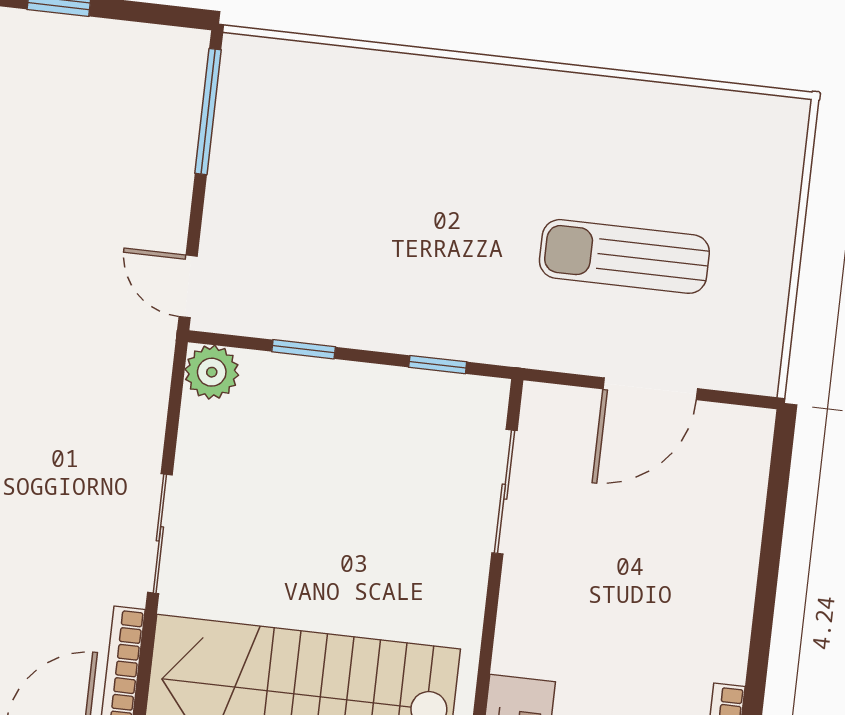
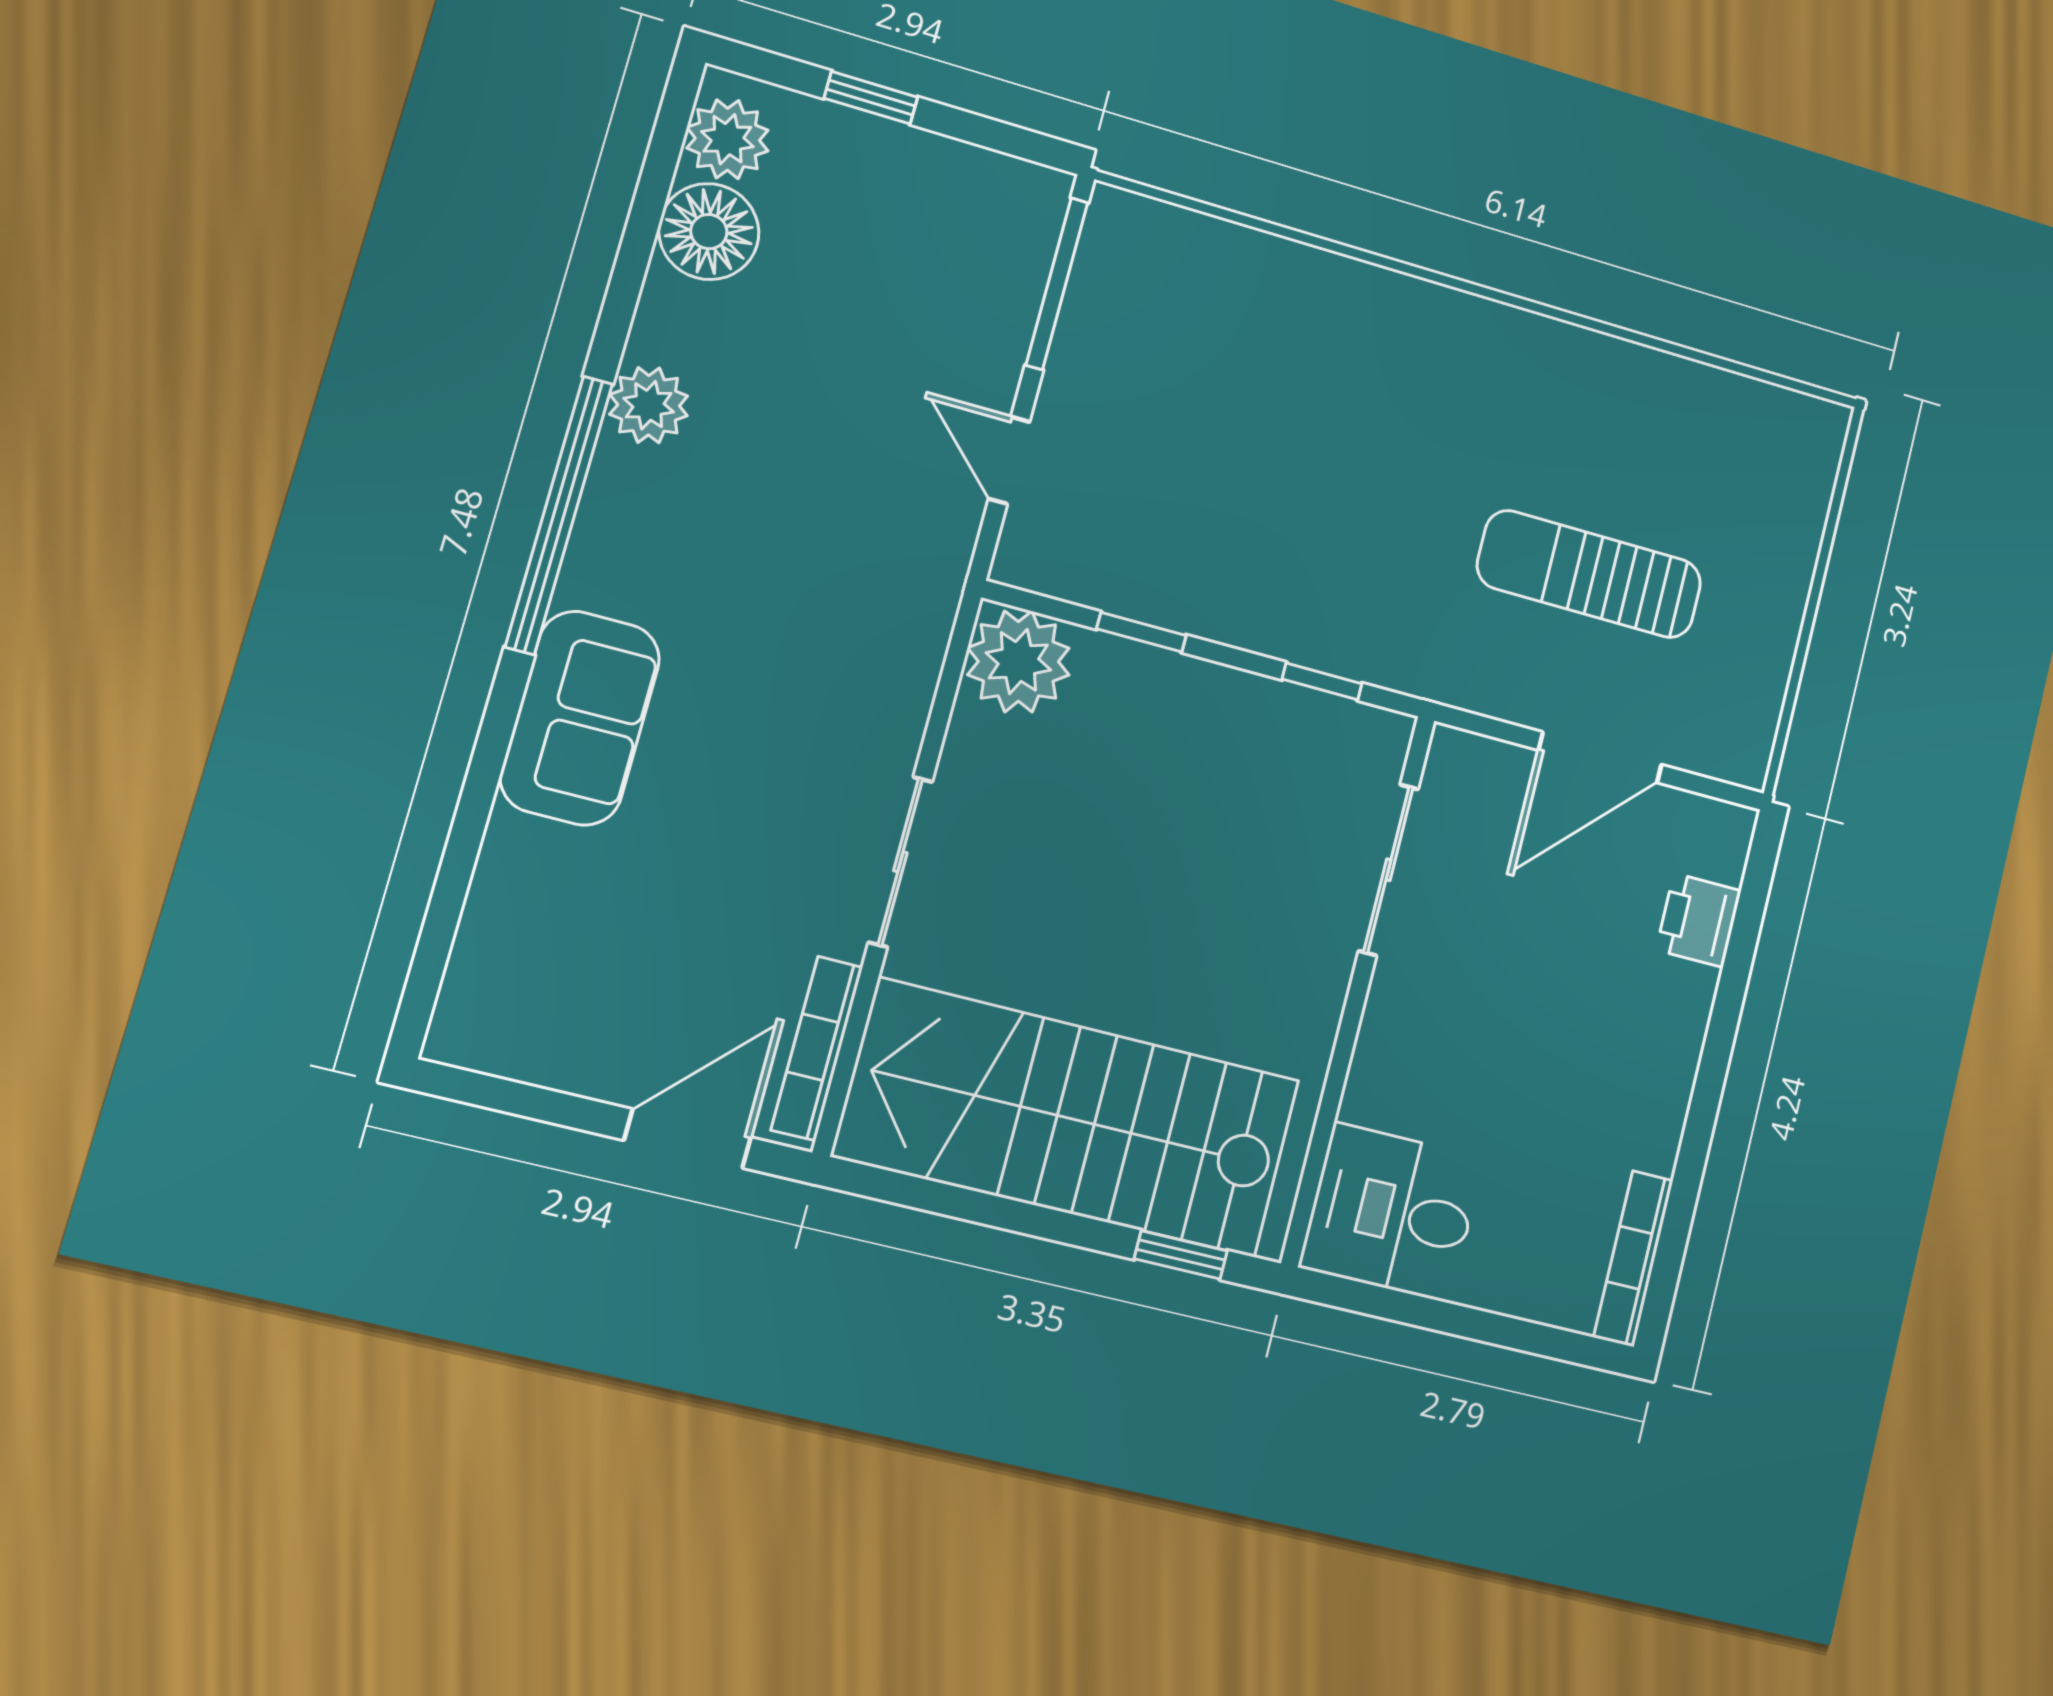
door: (188, 286) -> (1009, 460), moved
plant: (212, 372) -> (1018, 661), width x1.36, depth x1.36
printer: (740, 496) -> (1699, 920), added

